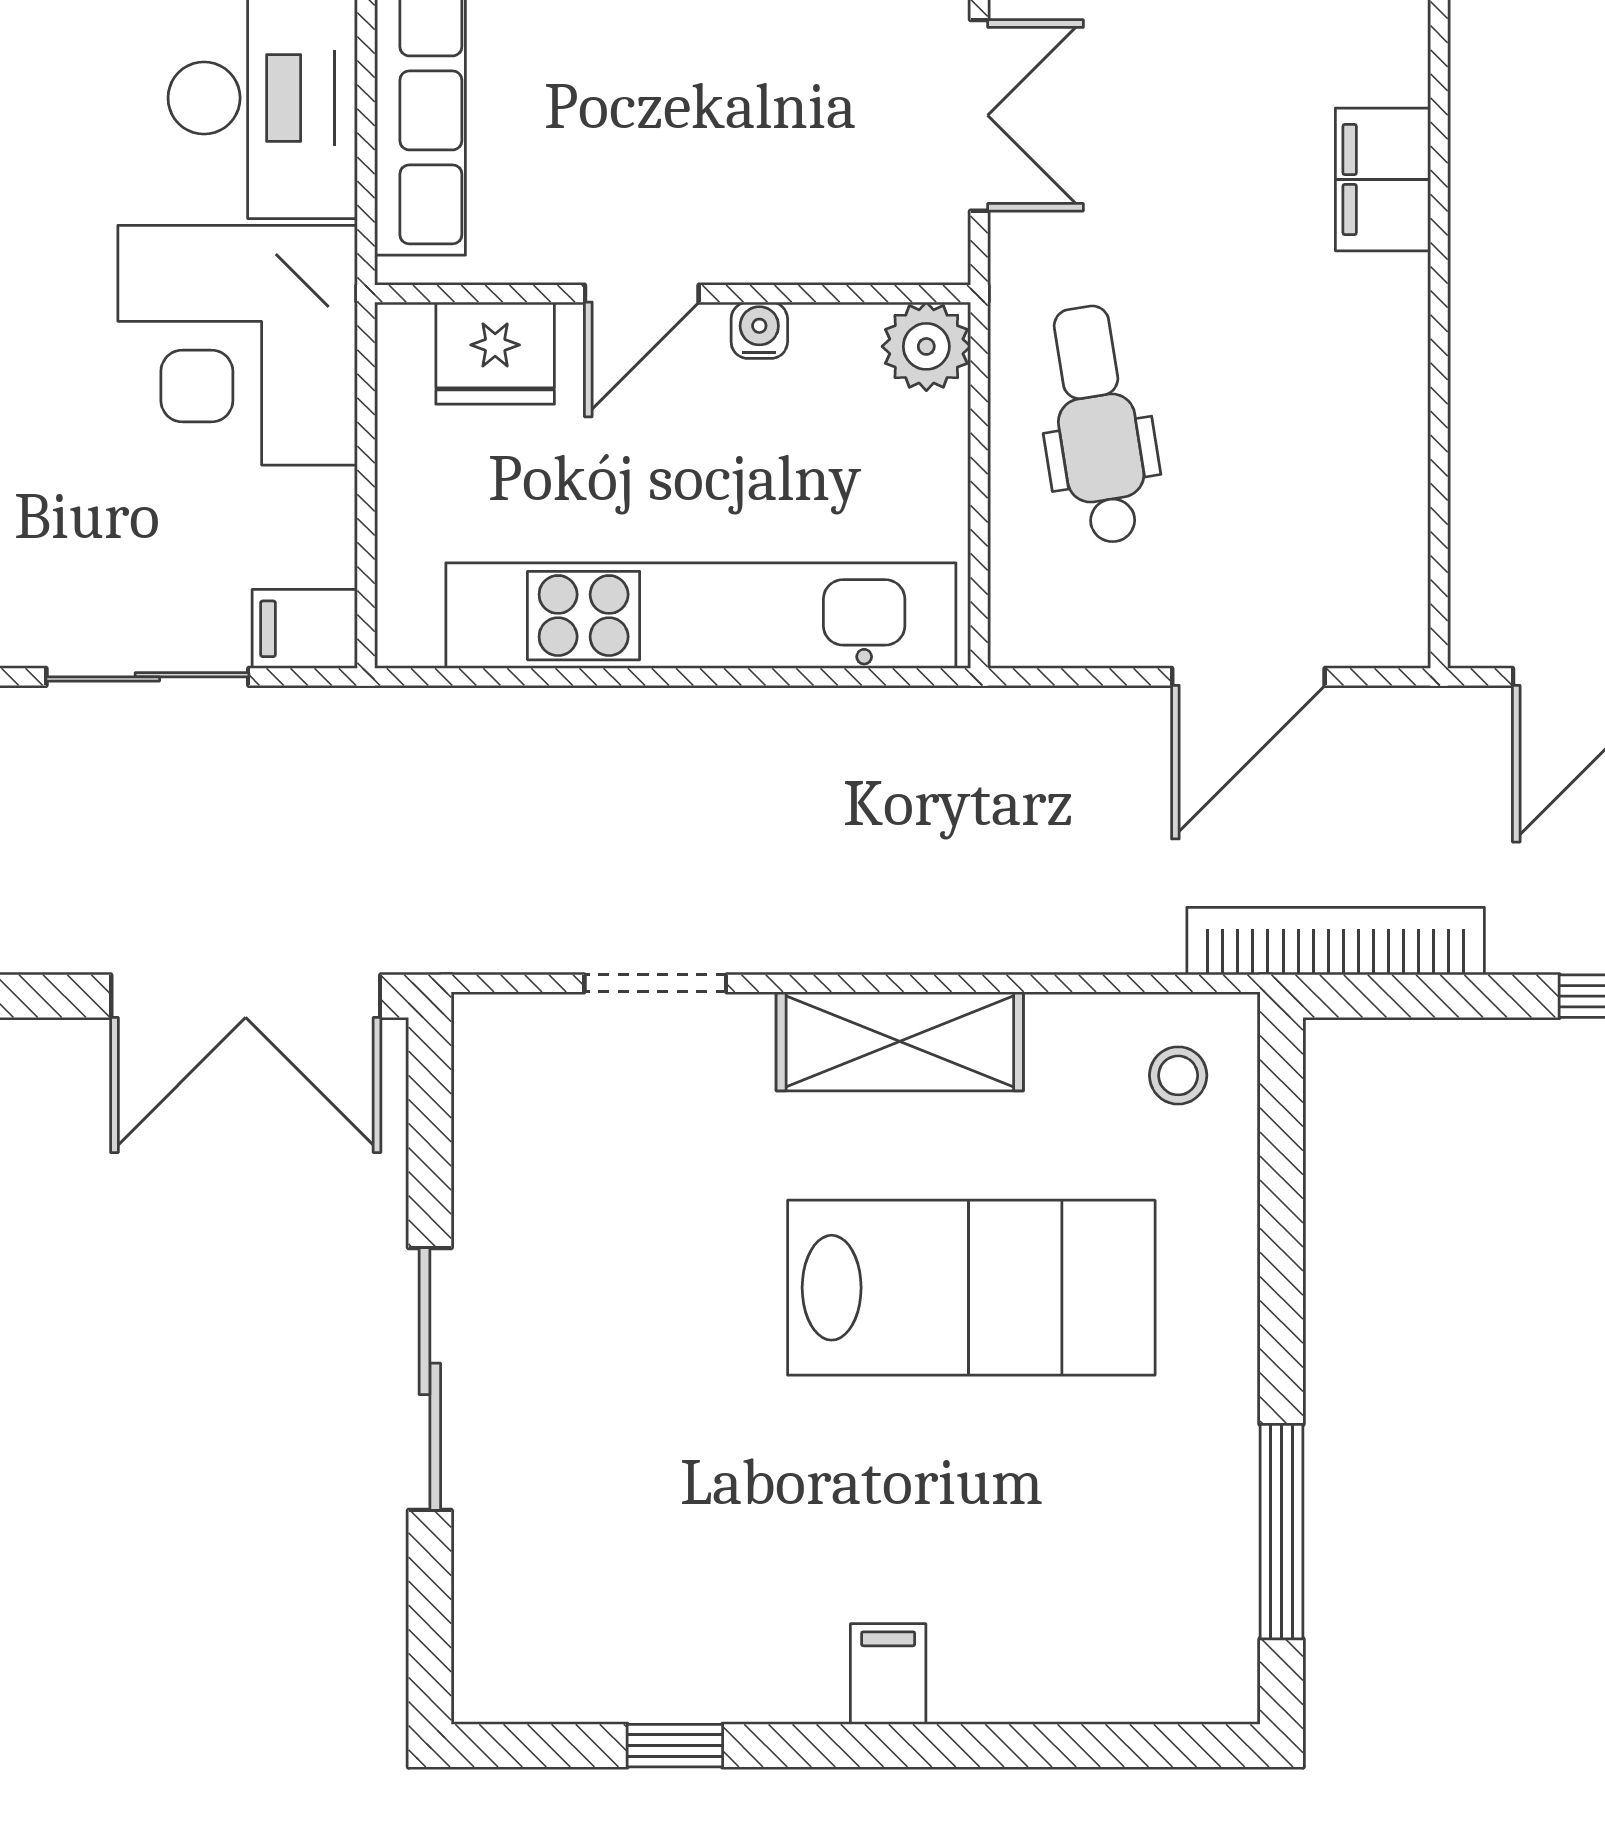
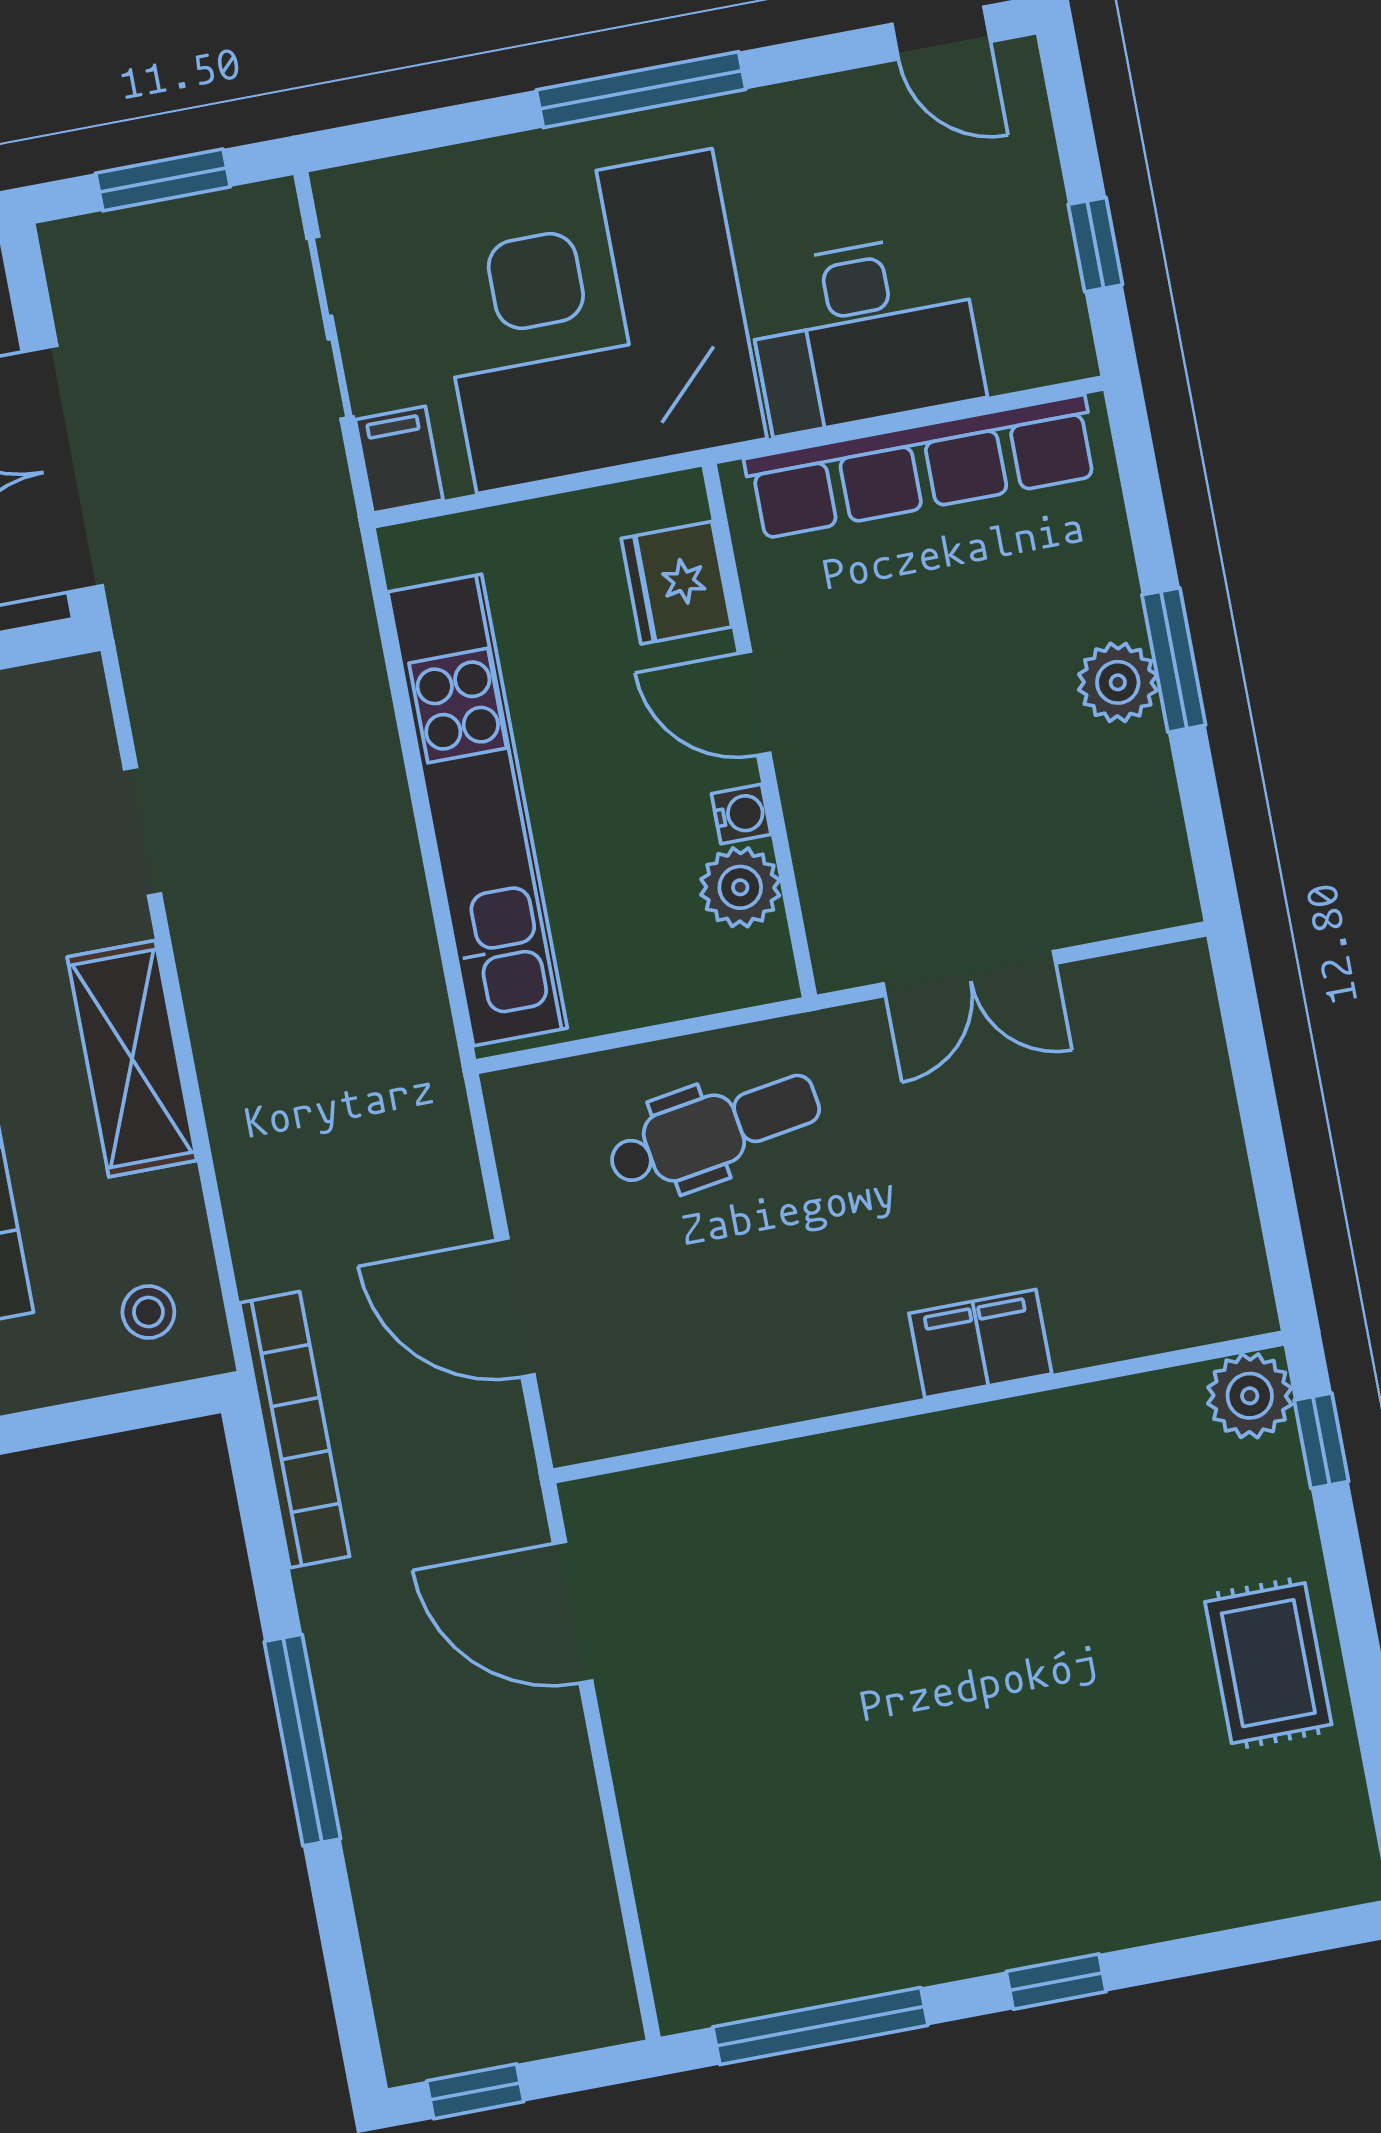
corner desk: (238, 345) -> (595, 321), width x1.36, depth x1.36
plant: (926, 346) -> (740, 887), moved

